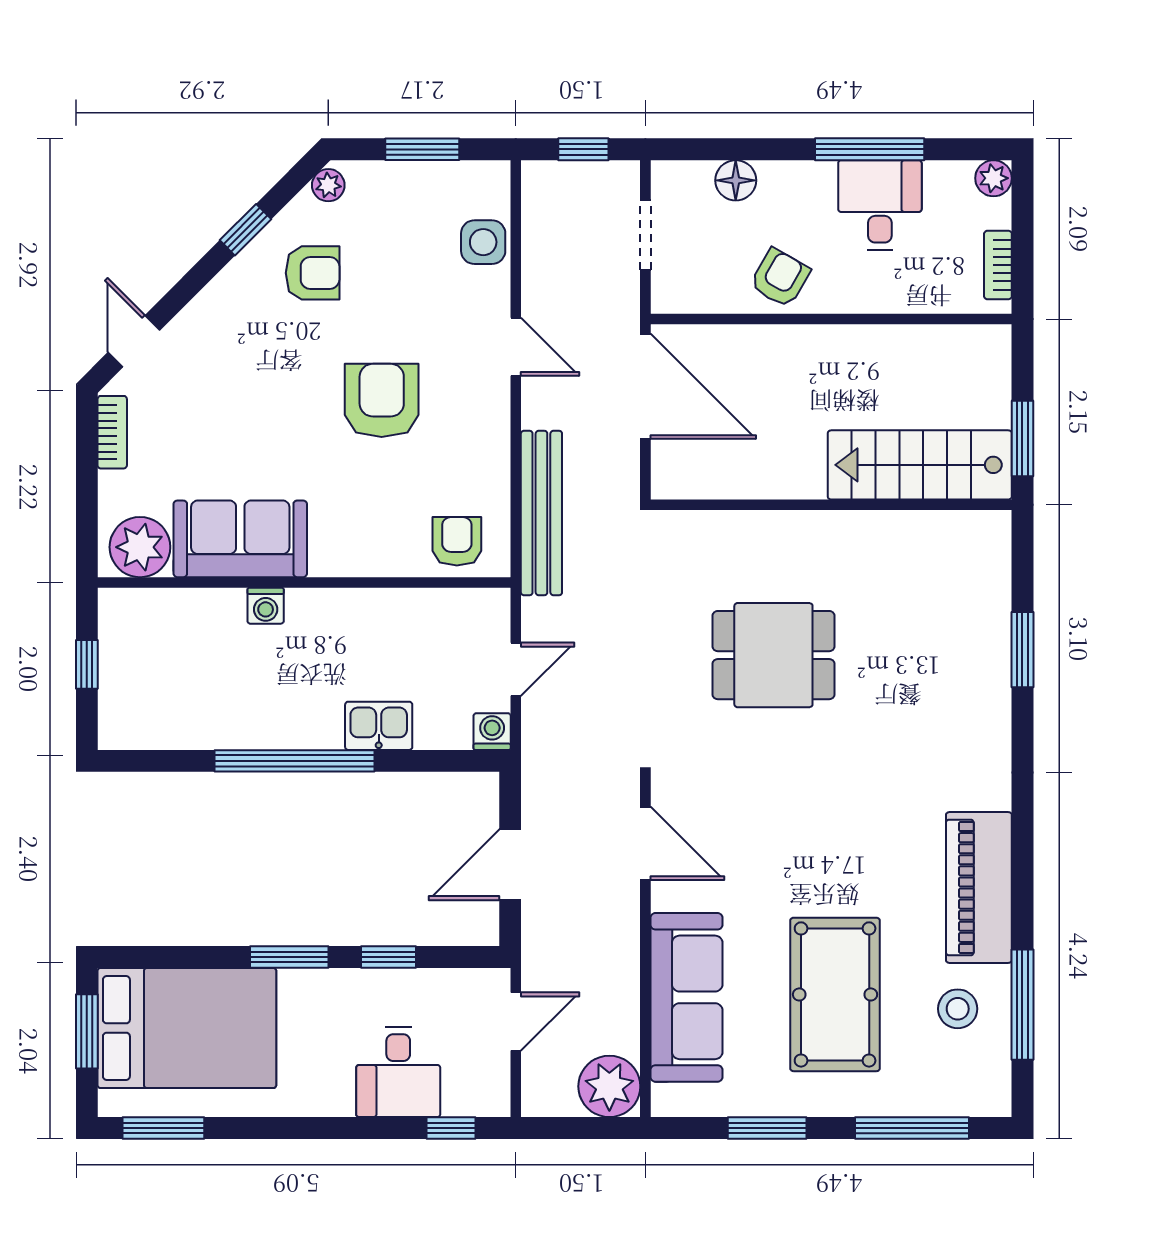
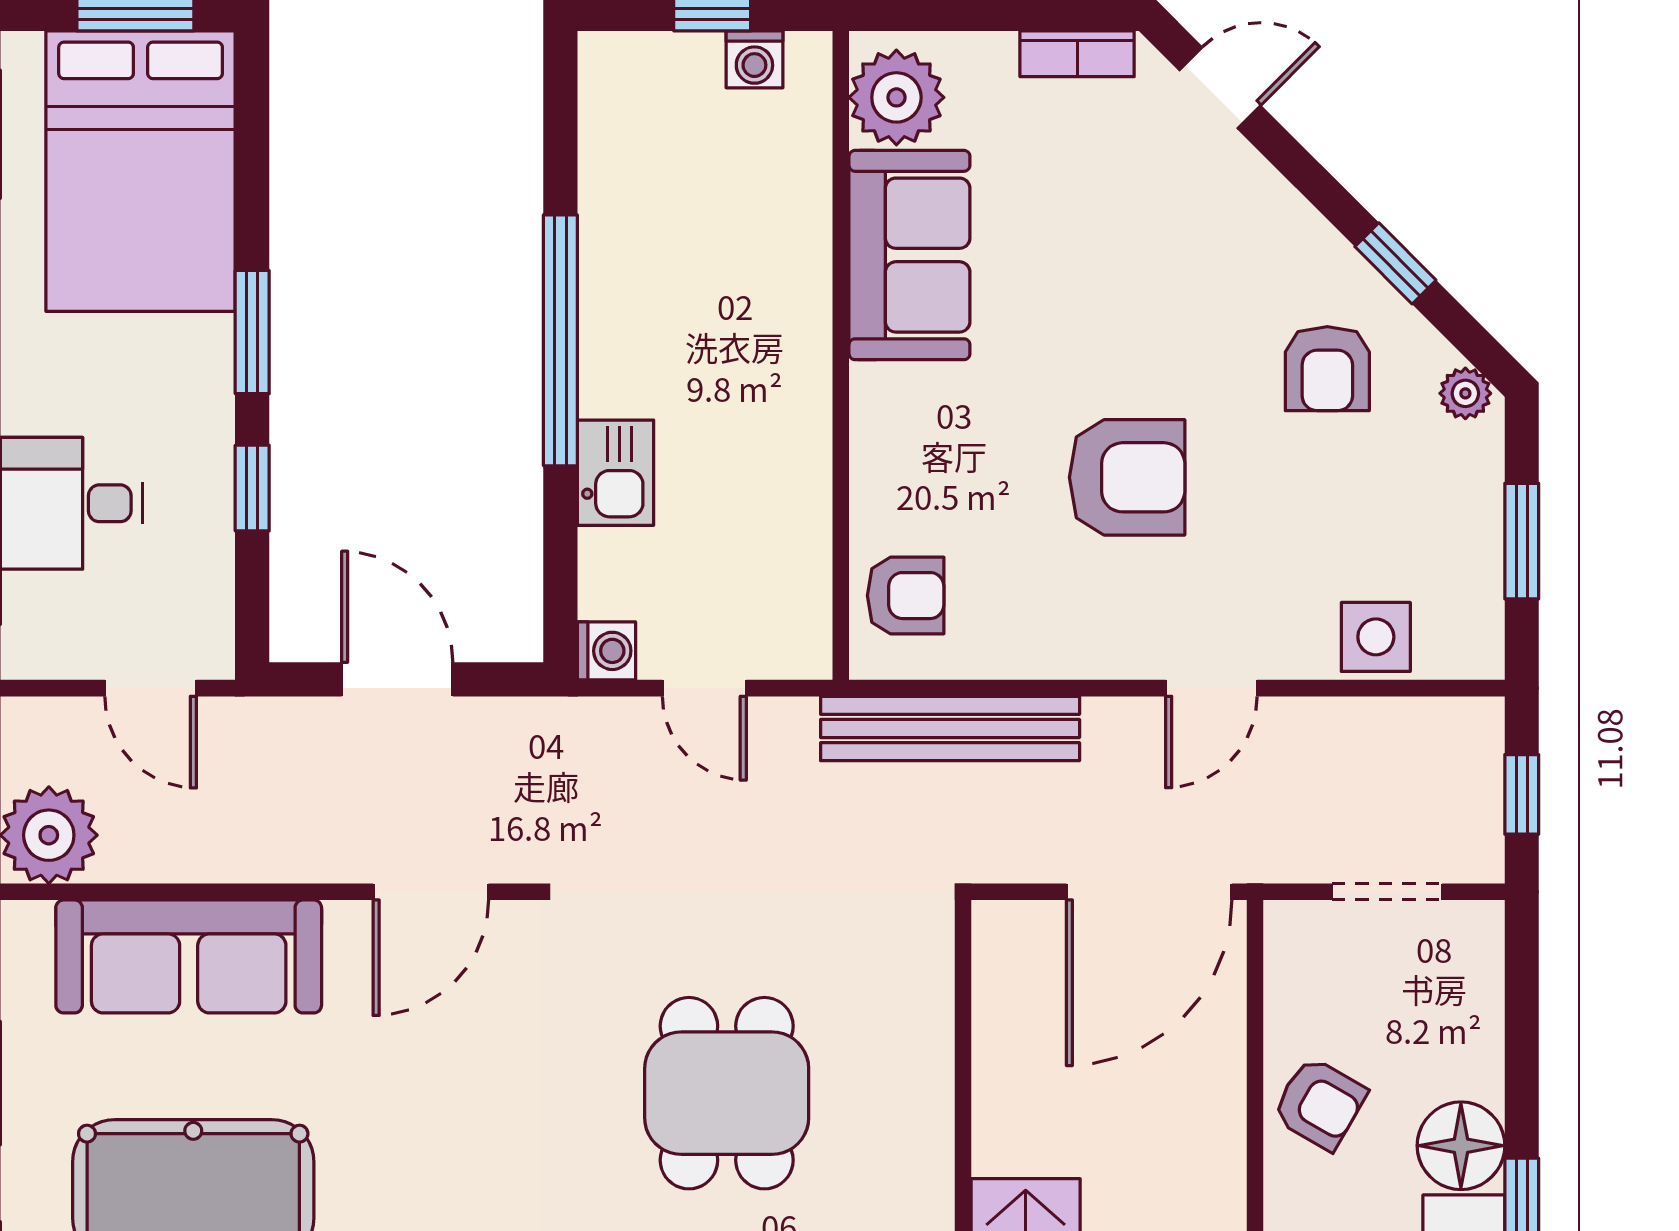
floor lamp: (736, 180) -> (1461, 1146), moved, width x1.38, depth x1.38
washing machine: (266, 606) -> (754, 59), moved, turned -90

